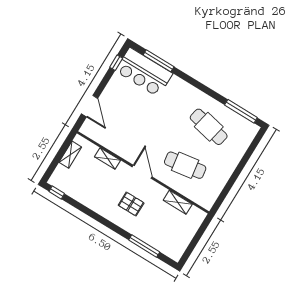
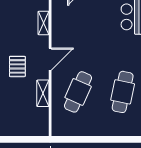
cafe table: (185, 165) -> (78, 92), turned 33
shelving: (178, 202) -> (43, 93), moved

